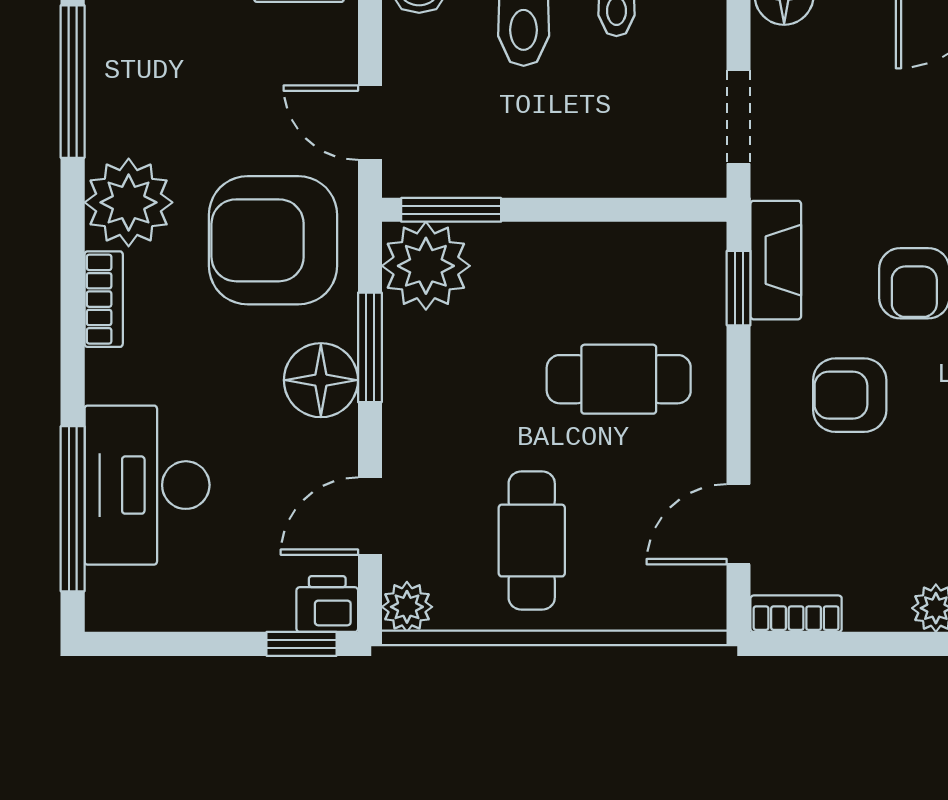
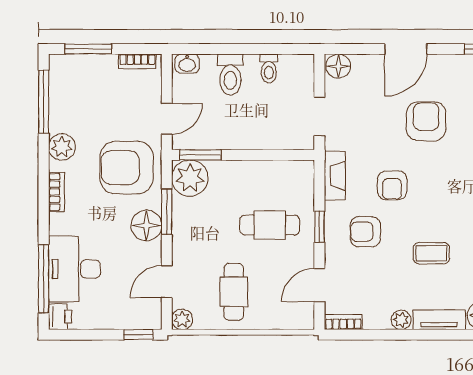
door: (370, 123) -> (167, 119), swing flipped
plant: (129, 202) -> (62, 147), width x0.73, depth x0.73
window: (739, 288) -> (319, 227), moved
printer: (327, 604) -> (60, 317), moved, turned 90

